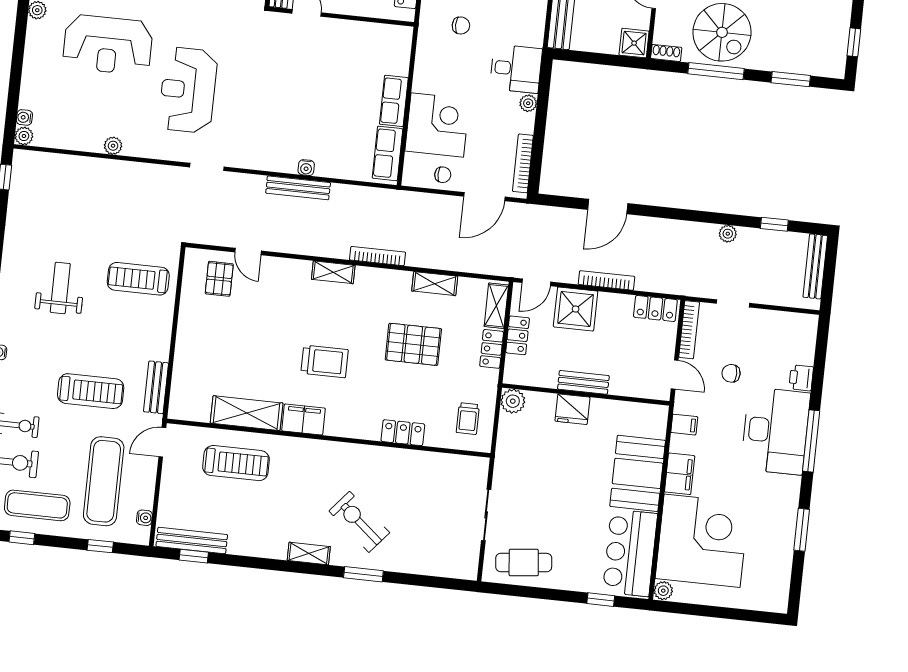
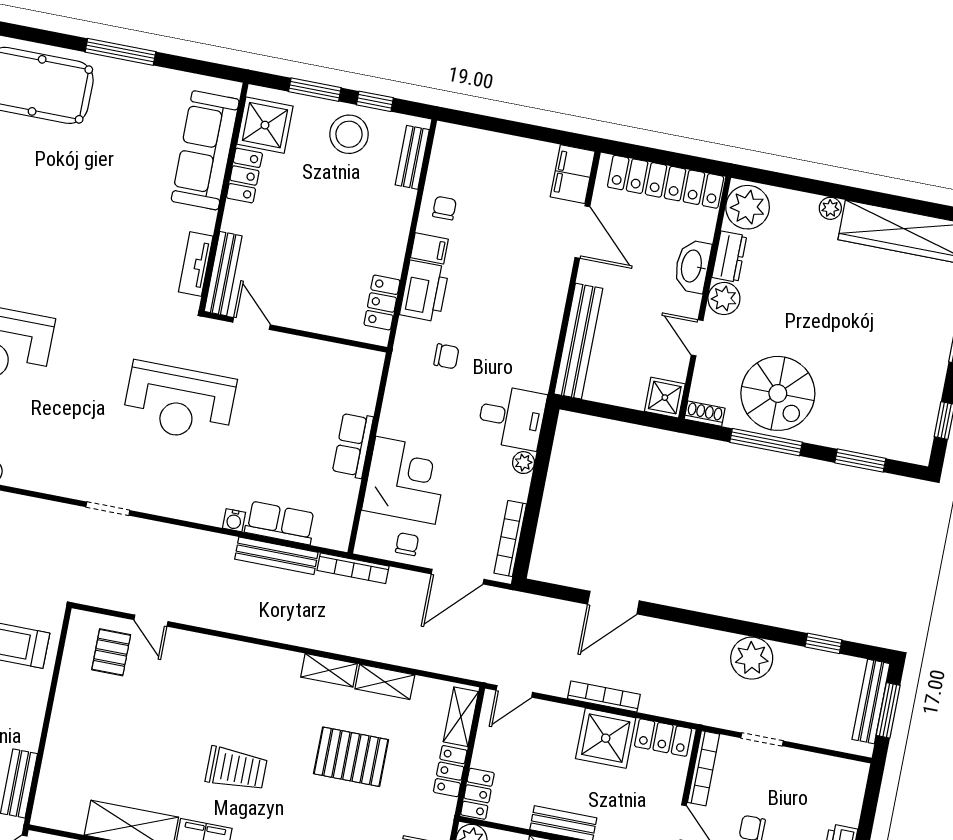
reception desk: (188, 90) -> (179, 402), moved, turned -90
row of seats: (387, 153) -> (280, 523), moved, turned 90
chair: (443, 175) -> (407, 544), turned -90
bench: (298, 188) -> (276, 556), moved
plant: (728, 234) -> (752, 658), width x1.88, depth x1.88
bookcase: (378, 256) -> (353, 568), moved, turned 180
shelving: (333, 272) -> (329, 670), moved
window: (829, 272) -> (888, 710), added
shower: (576, 309) -> (606, 738), moved
locker: (518, 335) -> (477, 794), moved

